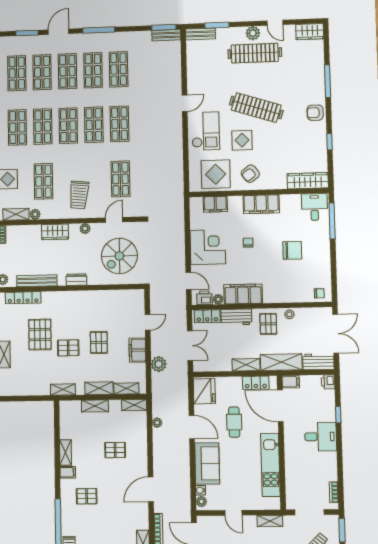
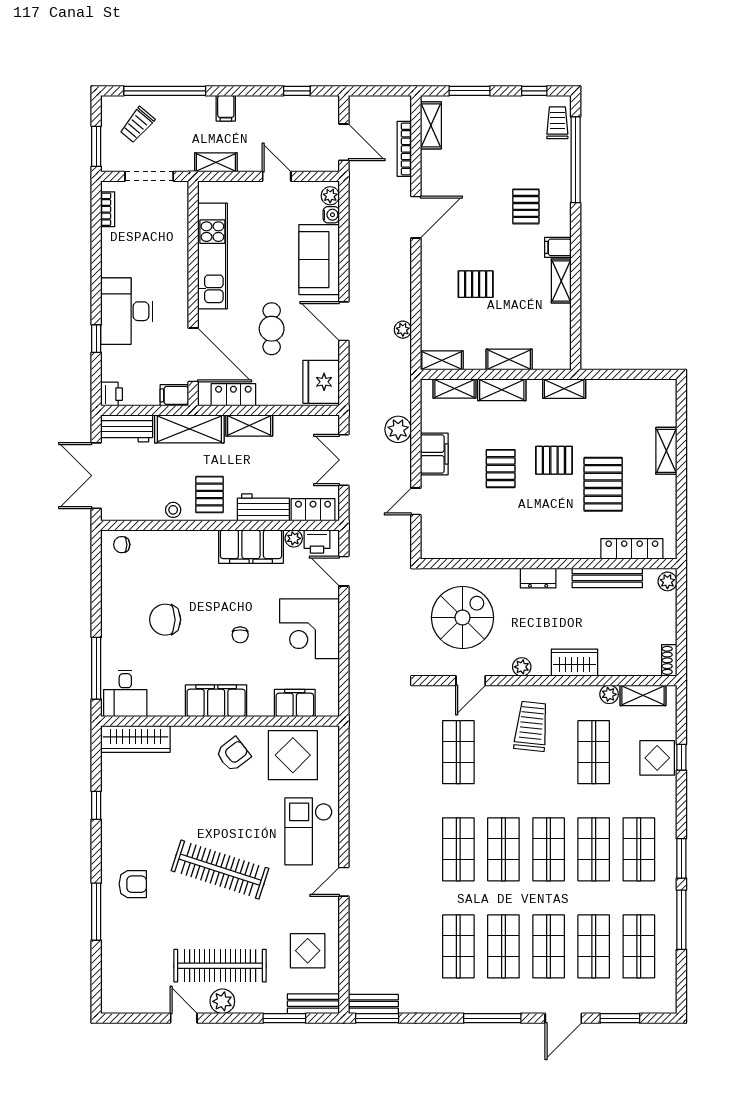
wardrobe: (310, 32) -> (124, 1000), removed
armchair: (315, 113) -> (133, 884), moved
display table: (242, 140) -> (308, 951), moved
desk: (321, 437) -> (127, 311), width x1.37
pallet: (87, 496) -> (526, 206), turned 90

